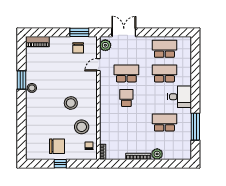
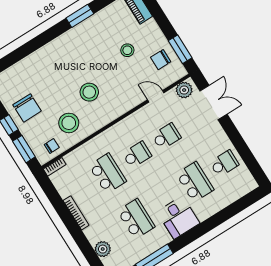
school desk: (164, 49) -> (224, 163), width x0.54
school desk: (126, 73) -> (166, 136), width x0.54
stool: (32, 88) -> (127, 50), moved
school desk: (126, 123) -> (108, 173), added
plant: (157, 154) -> (103, 249), moved
window: (80, 164) -> (24, 149), added

